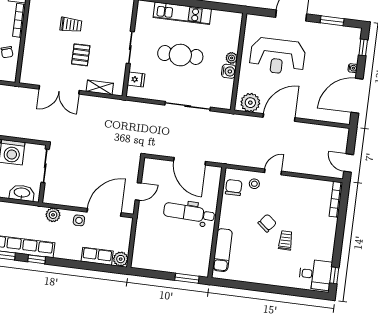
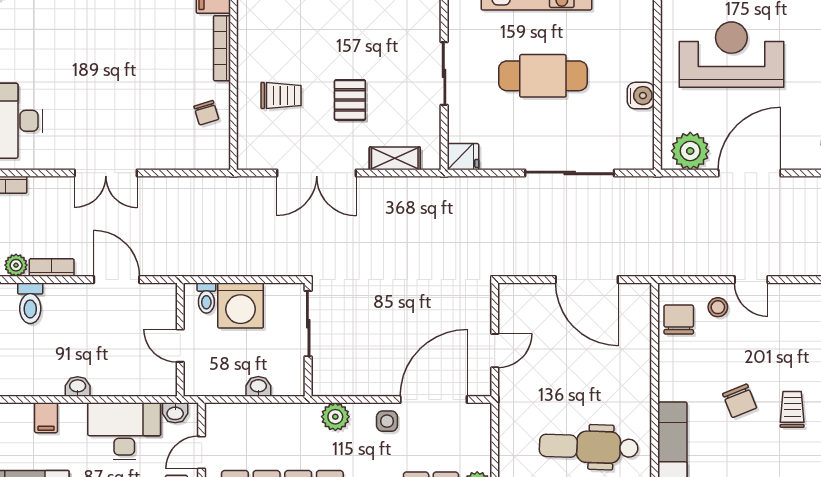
trolley: (71, 25) -> (281, 95), moved
reception desk: (277, 56) -> (731, 55), turned 180
plant: (232, 58) -> (643, 69), removed
fridge: (136, 79) -> (463, 157), moved
door: (273, 172) -> (751, 280), swing flipped
washbasin: (22, 193) -> (258, 386), width x0.52, depth x0.69
dental chair: (189, 213) -> (589, 447), moved
chair: (267, 223) -> (740, 401), moved, turned 119

